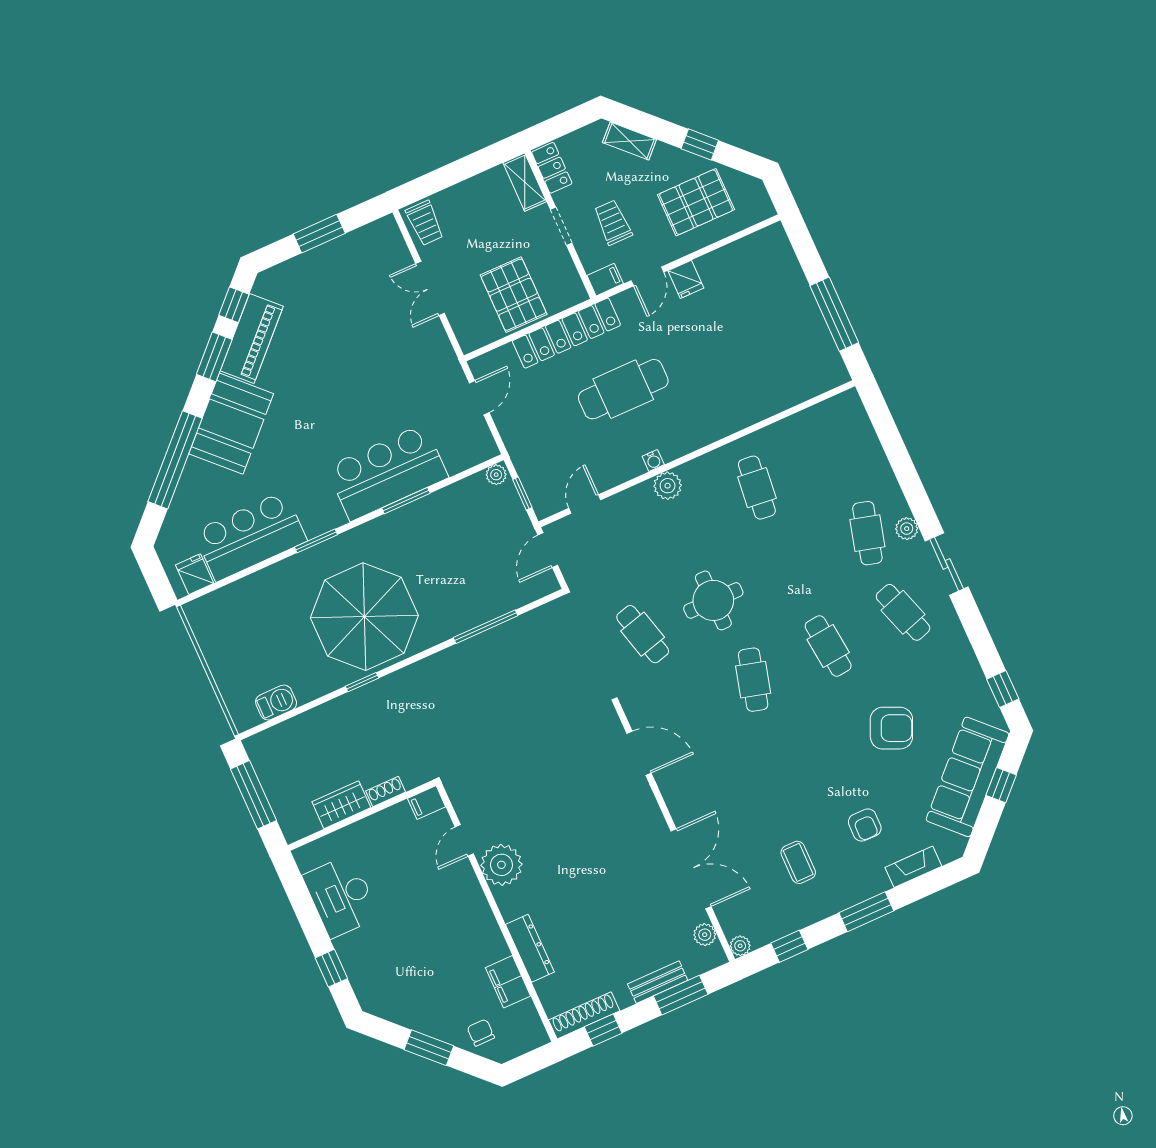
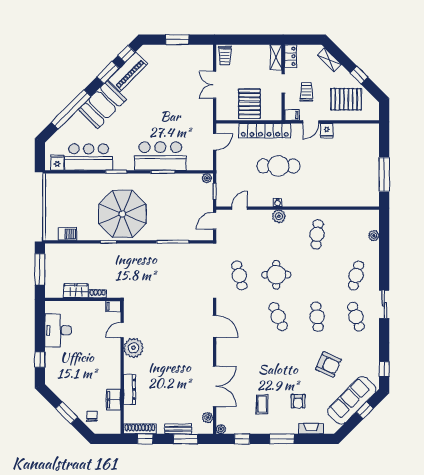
plant: (907, 529) -> (374, 236), moved
cafe table: (753, 680) -> (278, 317), turned -39

